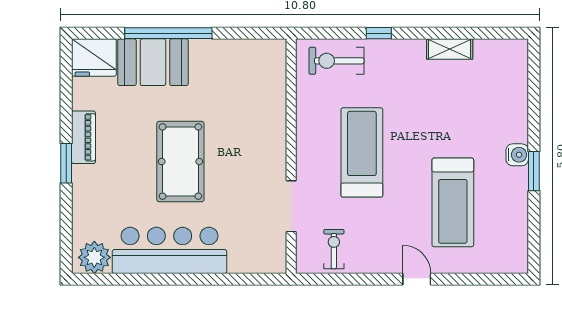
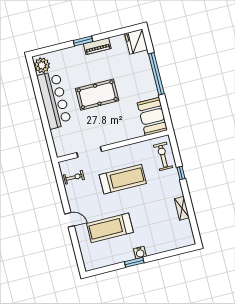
booth: (153, 62) -> (152, 117), moved
door: (417, 279) -> (70, 220), hinge flipped

